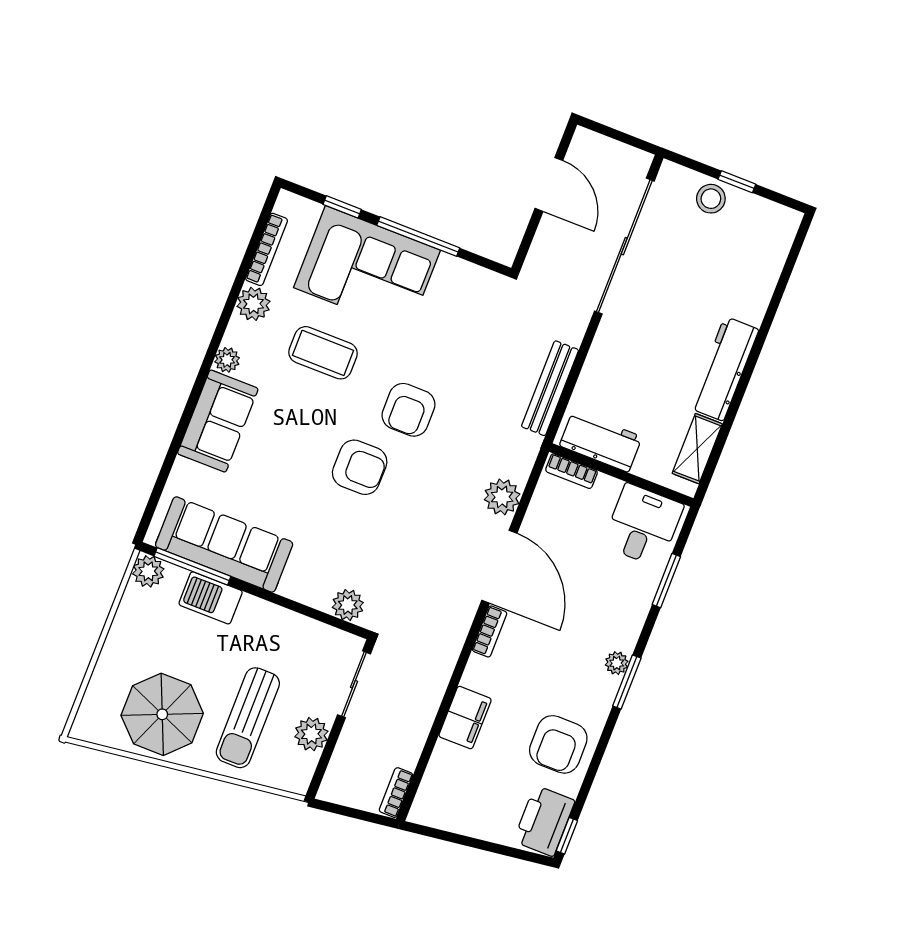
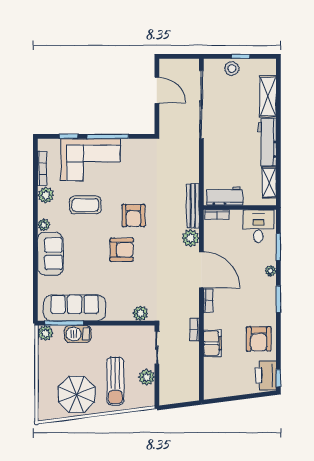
shelving: (760, 280) -> (268, 97), added
bench: (550, 388) -> (193, 206), moved
plant: (617, 663) -> (271, 271), moved
bookcase: (396, 793) -> (195, 330), moved

